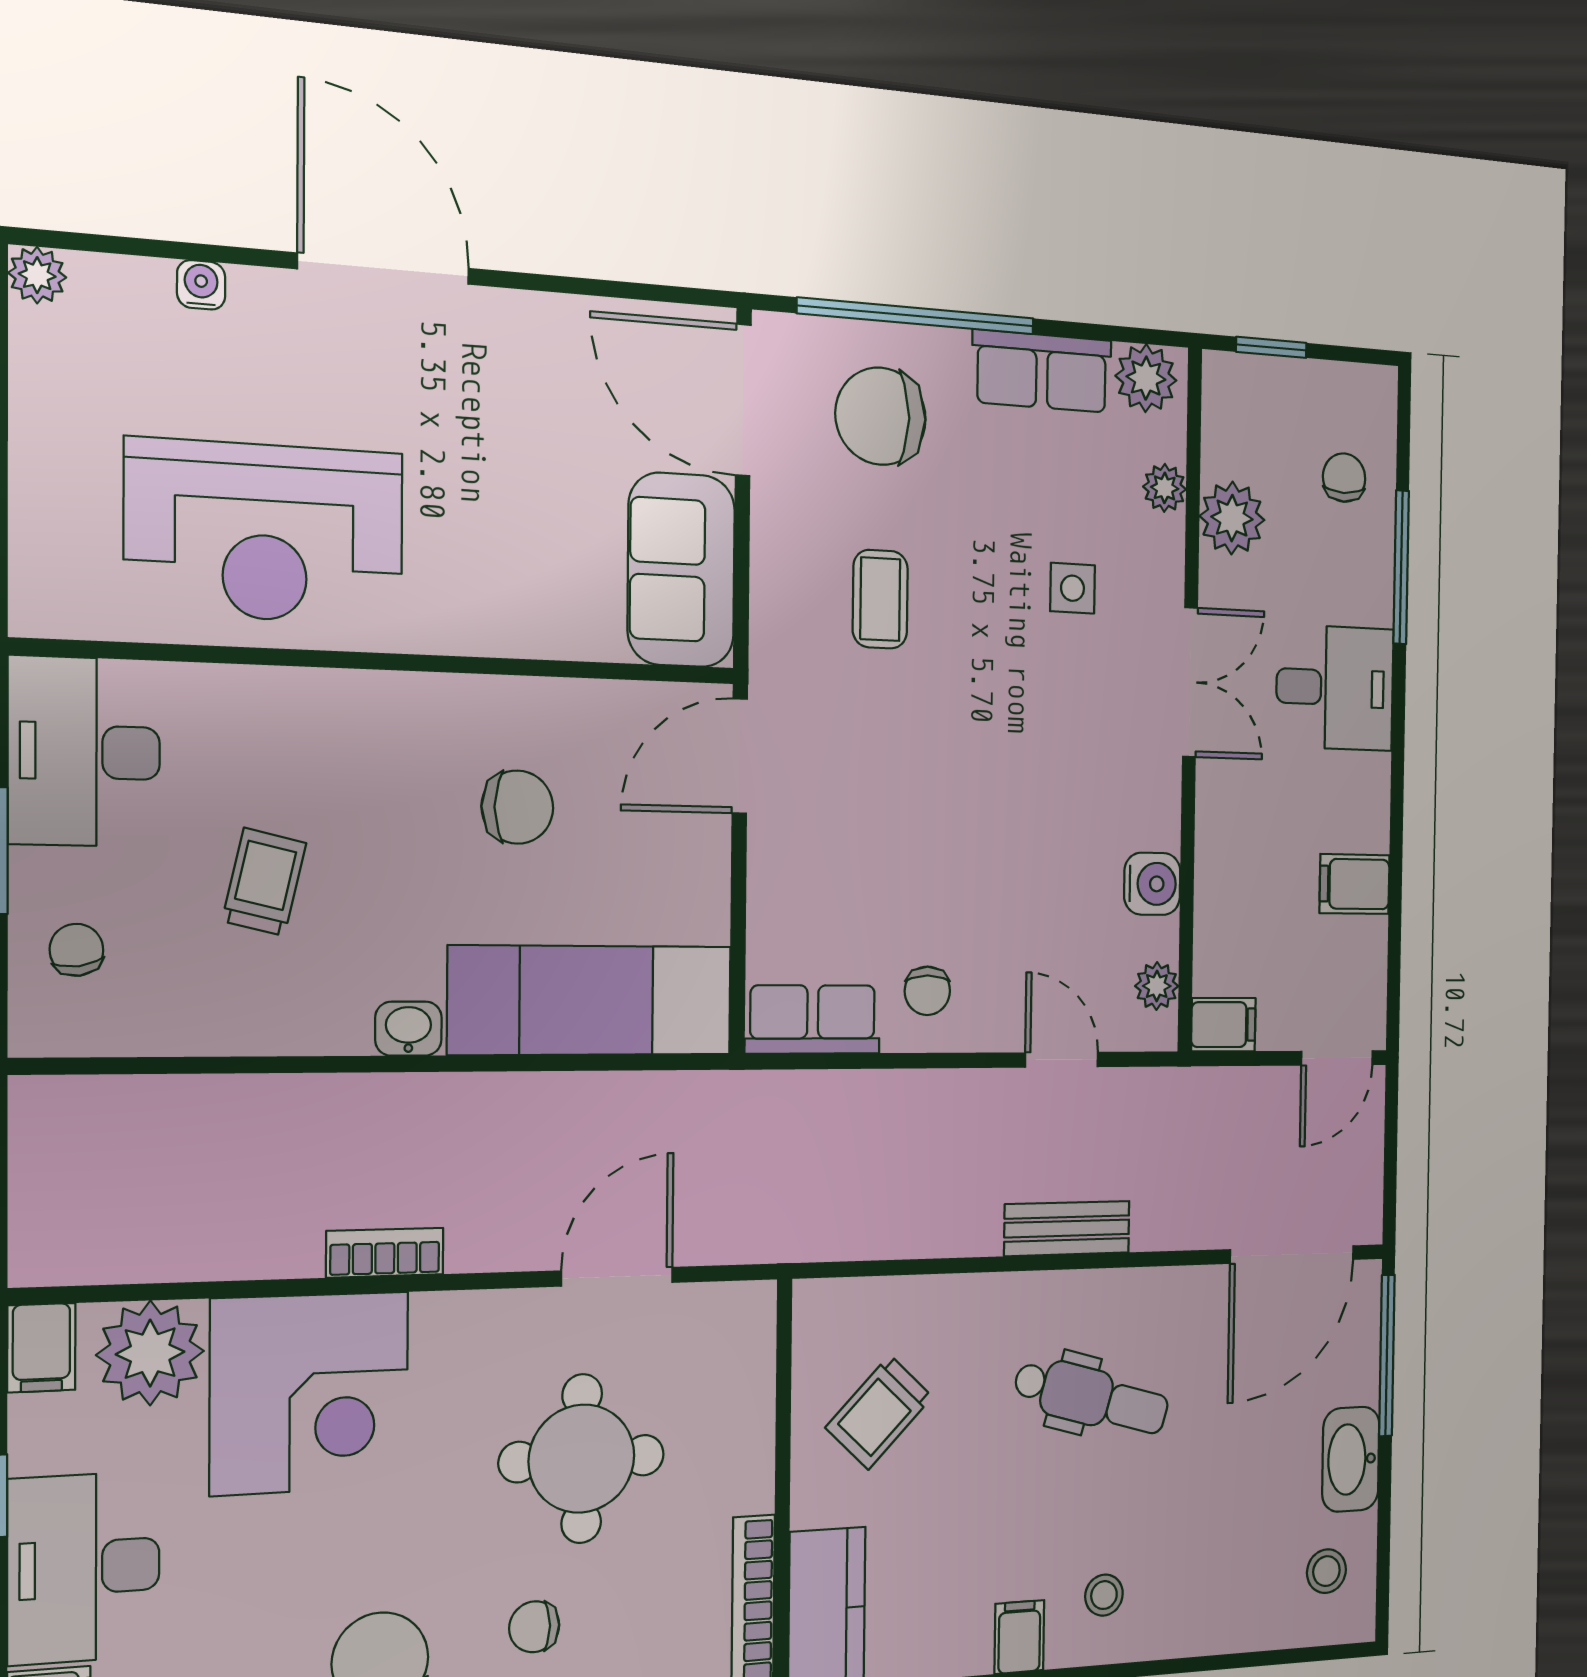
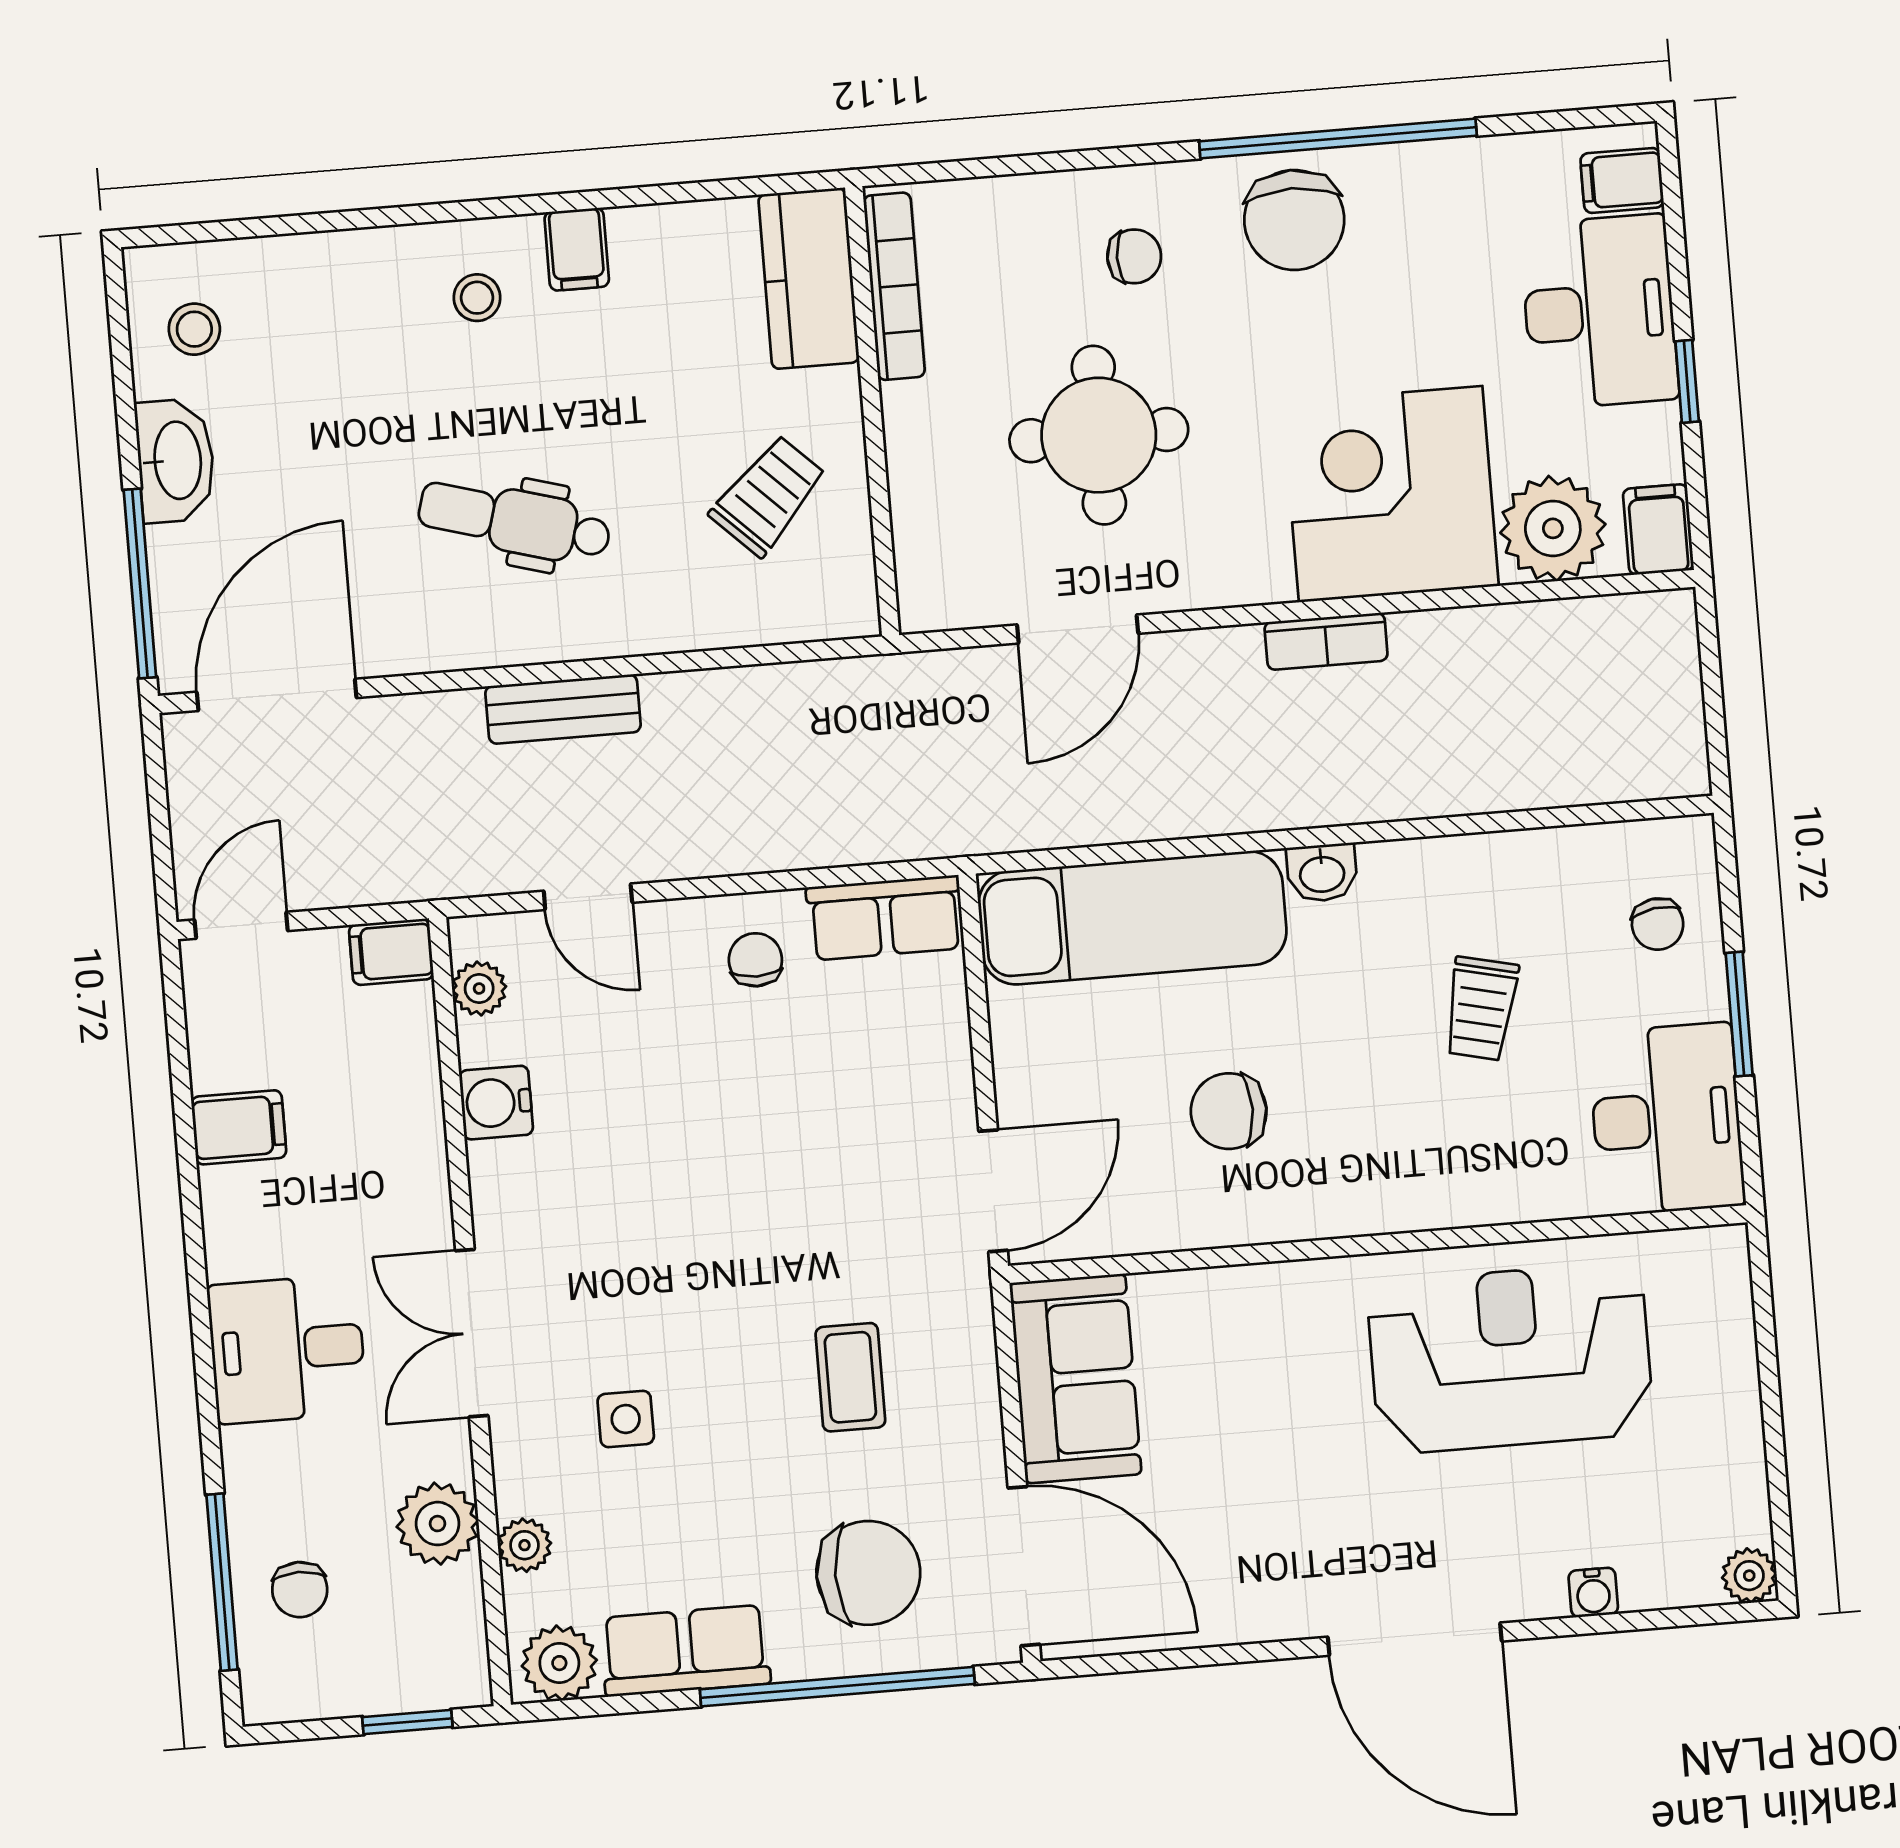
window: (1401, 567) -> (222, 1582), moved

